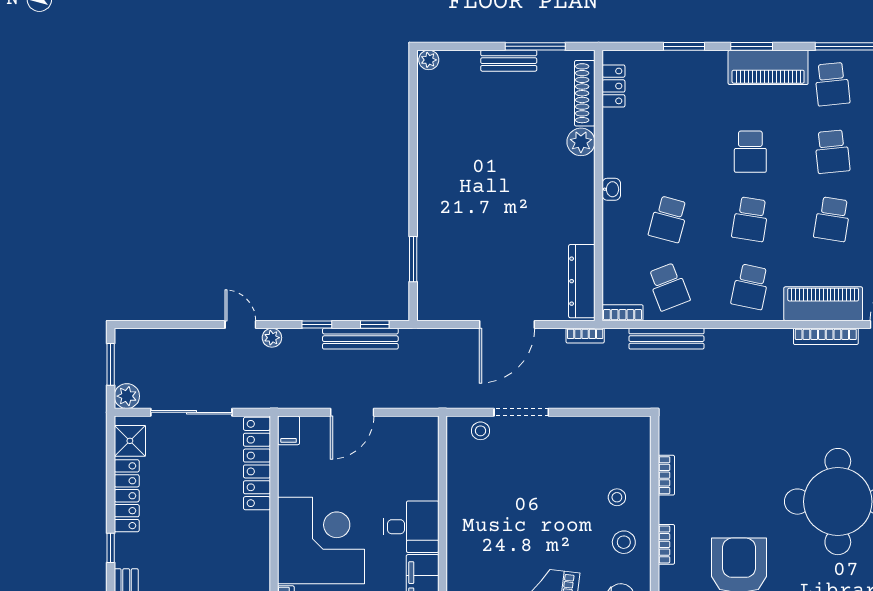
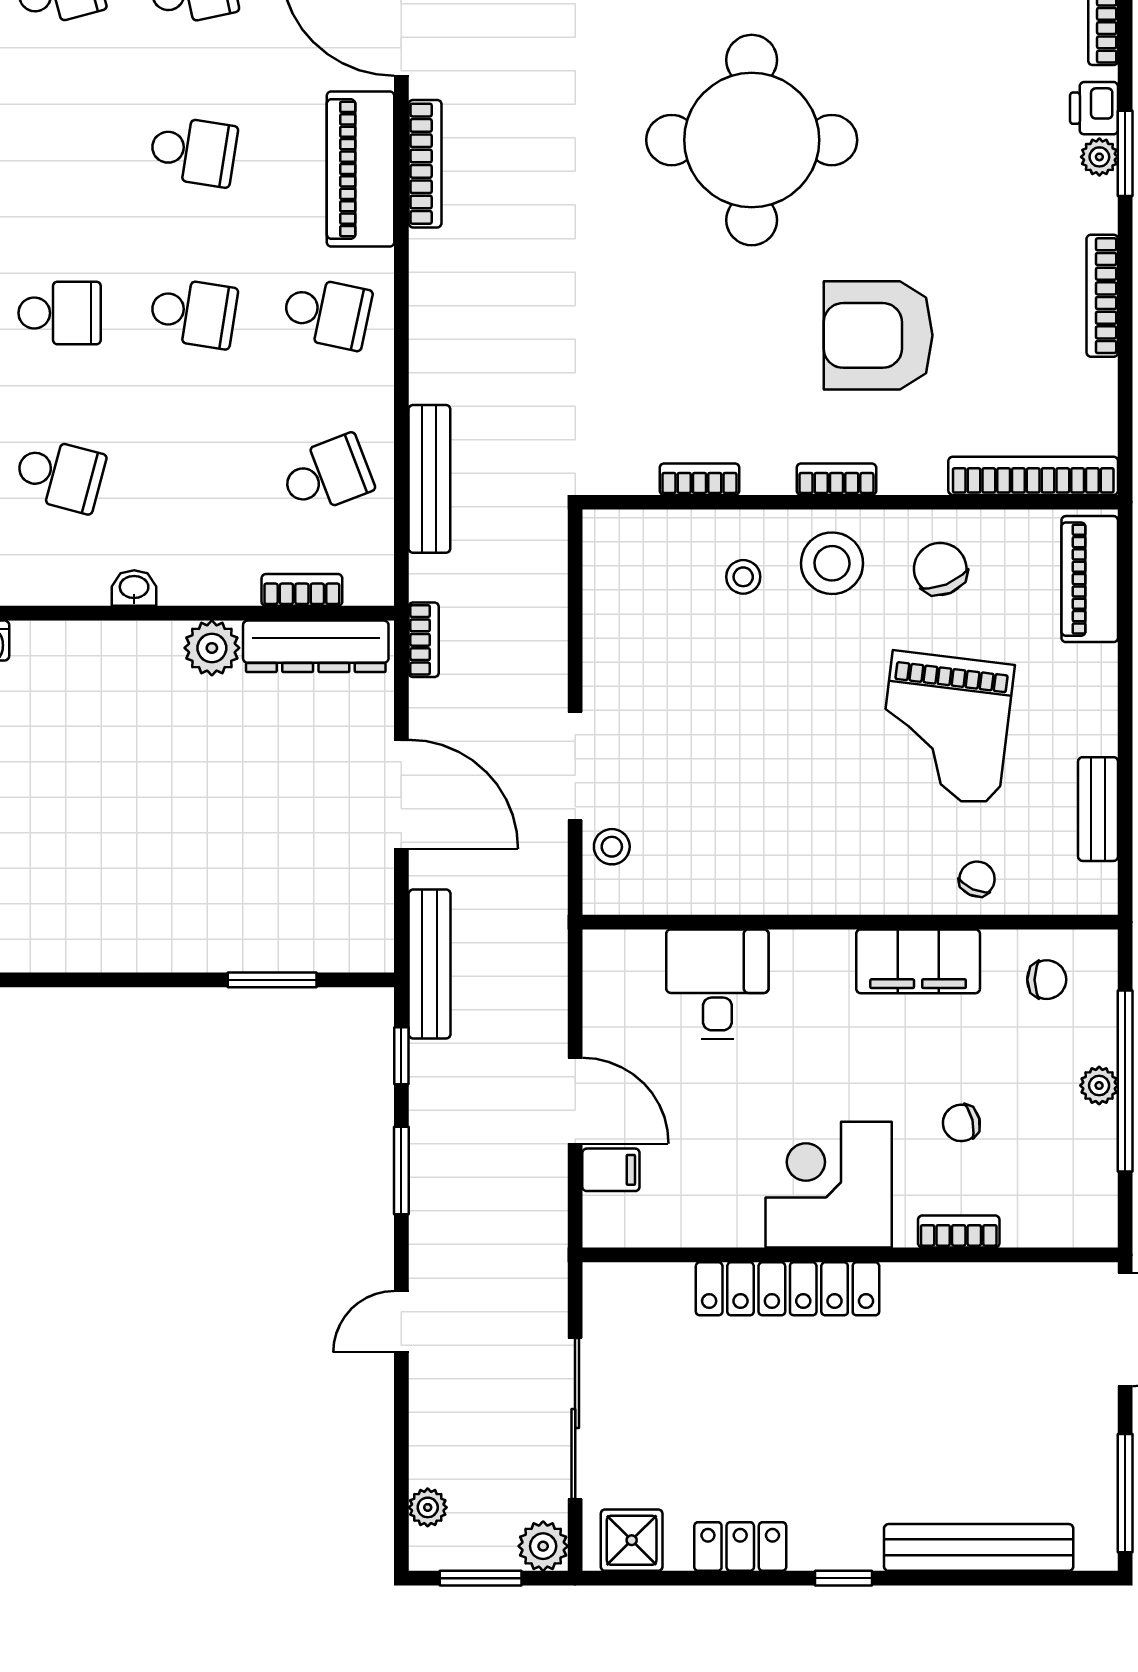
plant: (581, 142) -> (212, 648), moved
school desk: (832, 152) -> (60, 151), removed
school desk: (669, 219) -> (60, 475), moved
bookcase: (623, 313) -> (302, 590), moved, turned 90
window: (317, 324) -> (401, 1170), width x1.50
plant: (272, 338) -> (428, 1507), moved
bench: (360, 339) -> (430, 964), moved
filing cabinet: (289, 430) -> (611, 1170), moved
locker: (257, 464) -> (788, 1289), moved
locker: (127, 496) -> (740, 1547), width x0.66
desk: (411, 527) -> (717, 984), moved
corner desk: (321, 540) -> (829, 1185), width x0.74, depth x0.74
stool: (624, 542) -> (832, 563), width x1.38, depth x1.38

